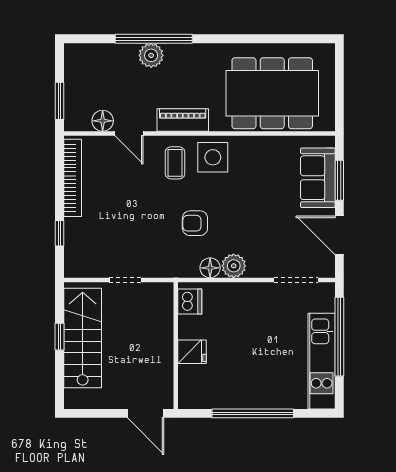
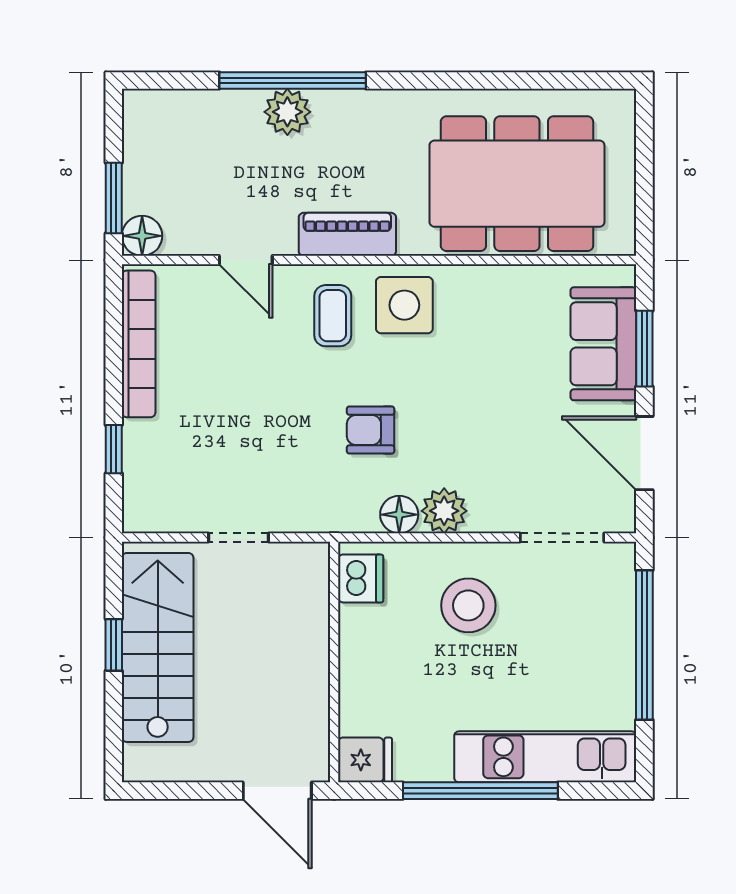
floor lamp: (103, 121) -> (142, 236), moved
stool: (247, 316) -> (468, 605), added
fridge: (192, 352) -> (365, 760), moved
kitchen unit: (322, 361) -> (545, 757), moved, turned 90

